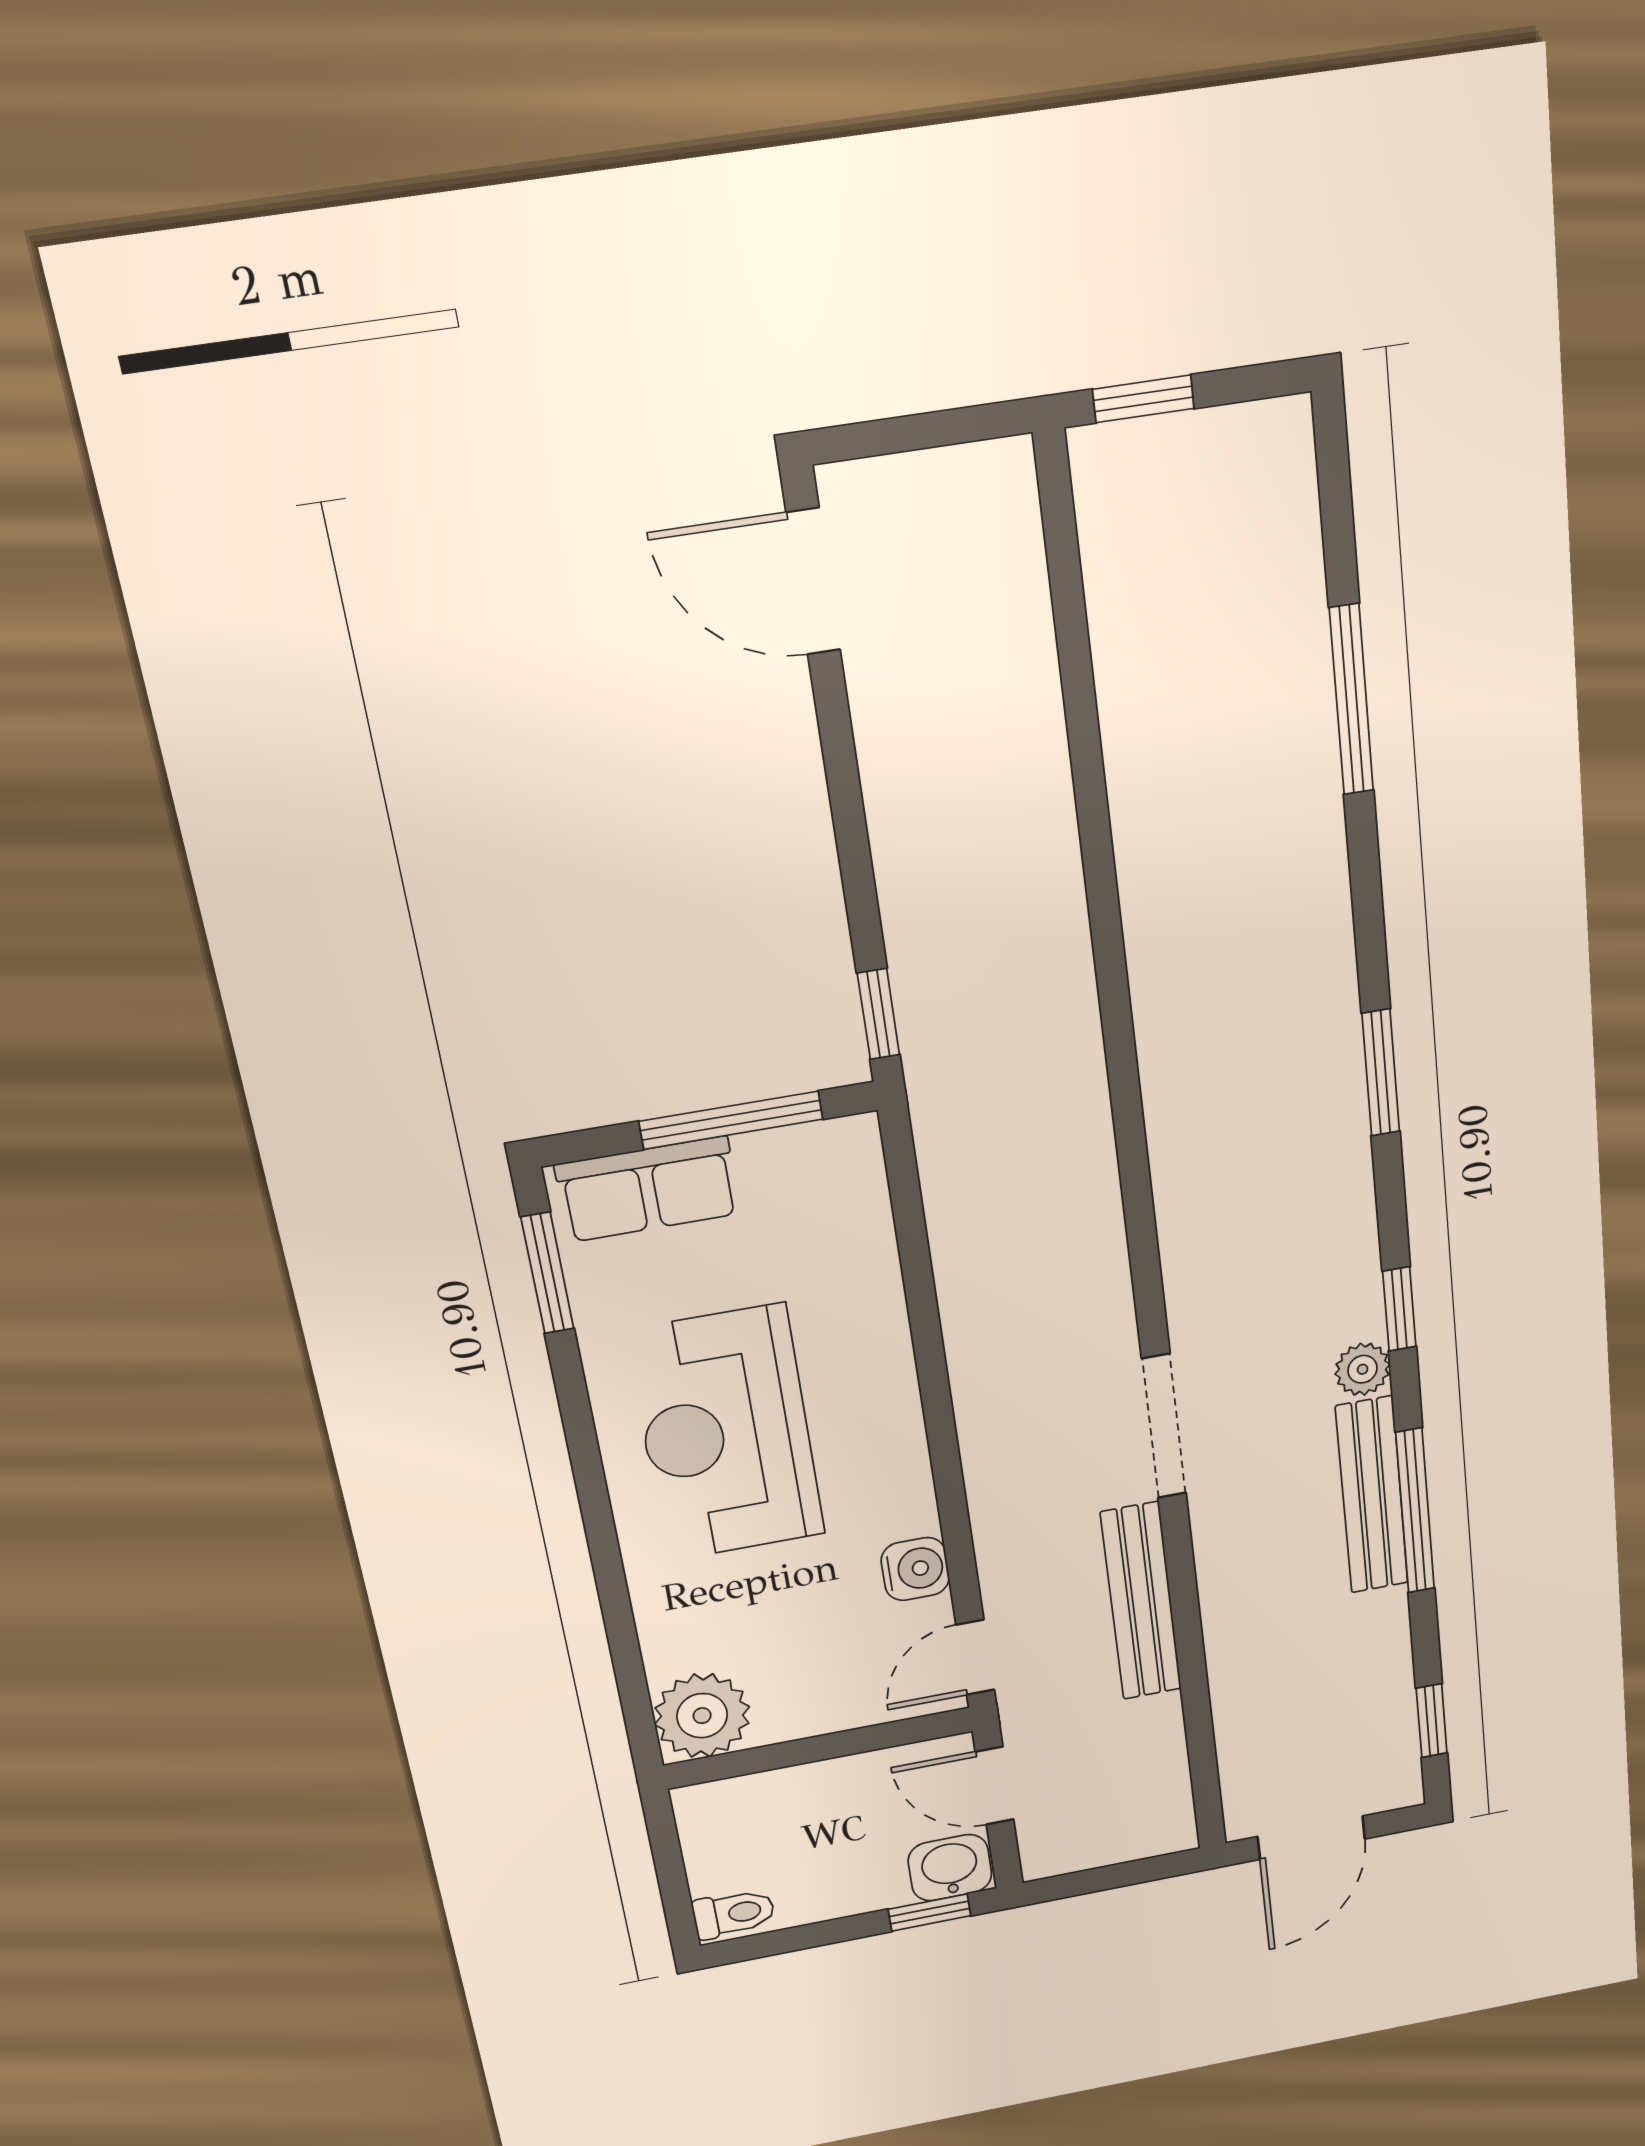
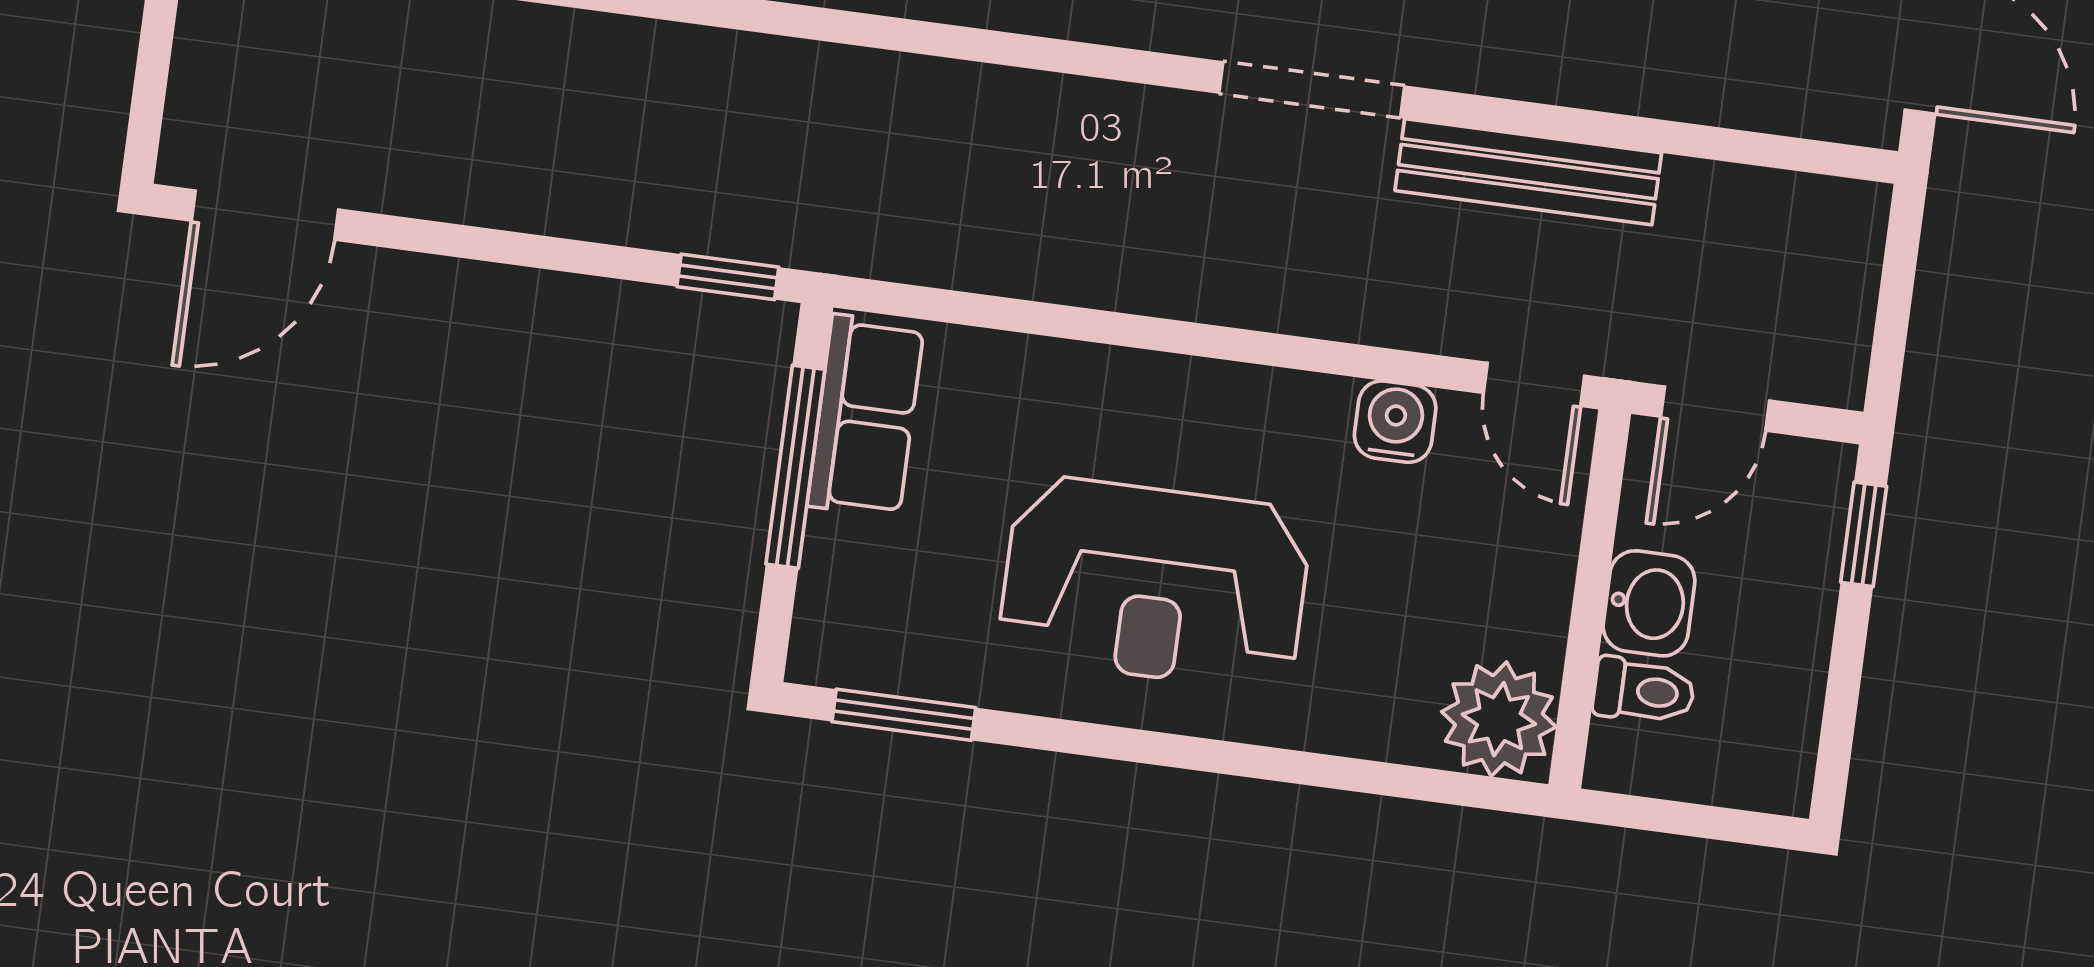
row of seats: (648, 1189) -> (866, 416), moved
washbasin: (950, 1868) -> (1649, 603), moved, turned 180
toilet: (734, 1914) -> (1644, 691), moved, turned 90

